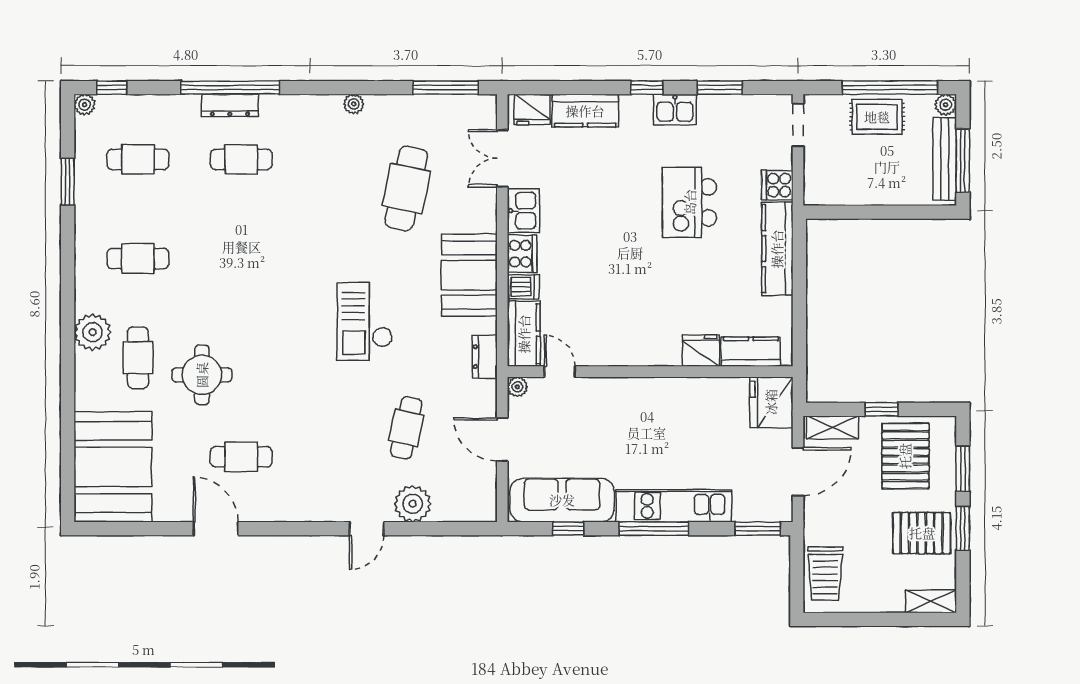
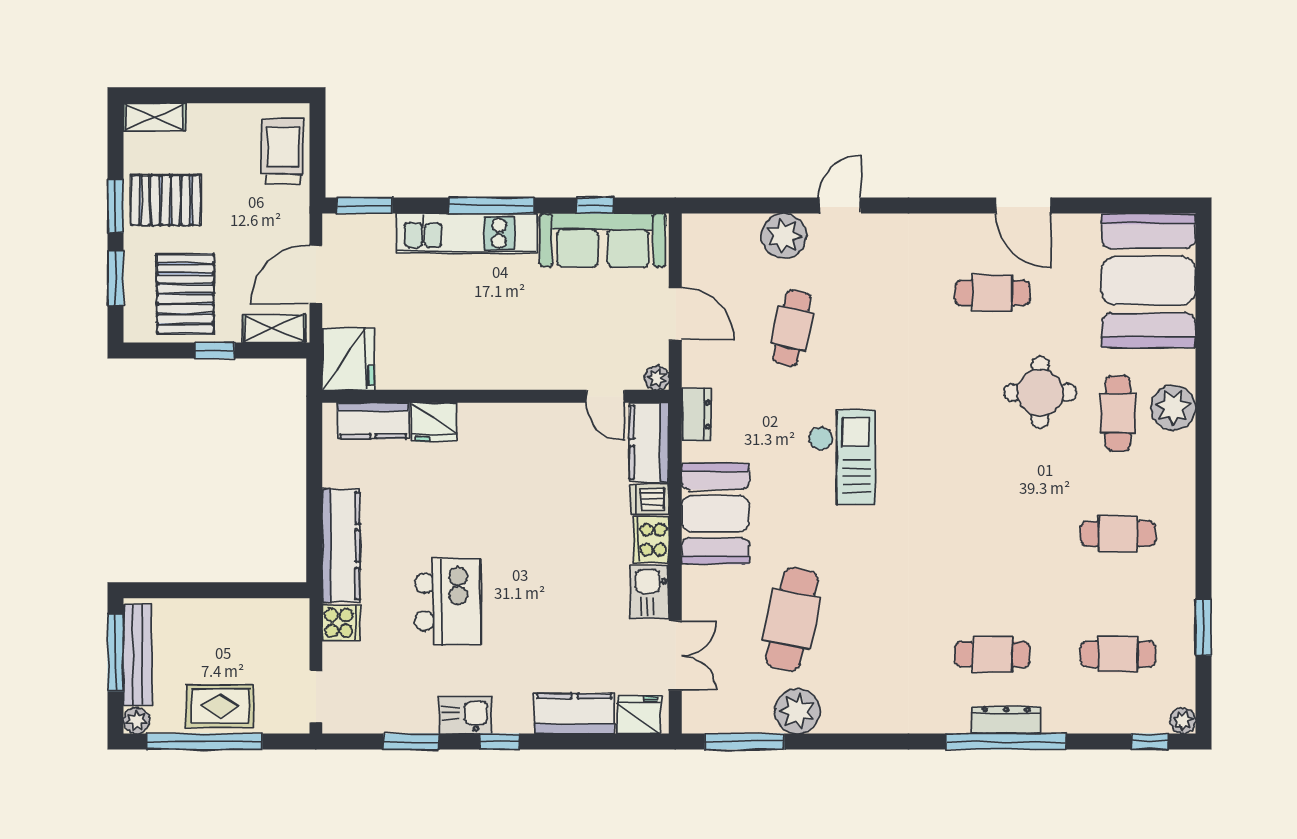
plant: (354, 104) -> (797, 711), moved, width x1.88, depth x1.88
plant: (92, 332) -> (1173, 408), moved

